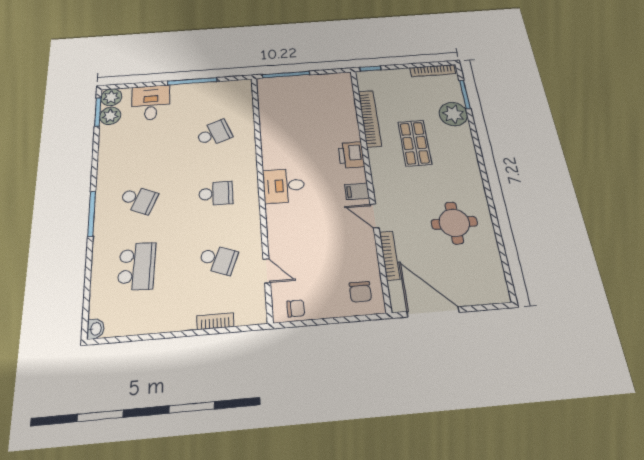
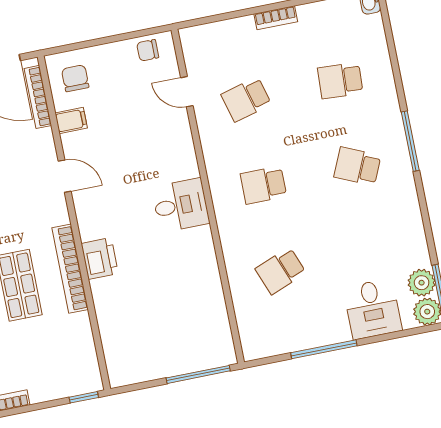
bookcase: (370, 118) -> (70, 269), moved
filing cabinet: (357, 191) -> (71, 121), moved
bookcase: (389, 256) -> (38, 97), moved
school desk: (218, 259) -> (246, 99), turned -36
school desk: (137, 266) -> (340, 81), width x0.54
bookcase: (215, 321) -> (276, 18), moved

